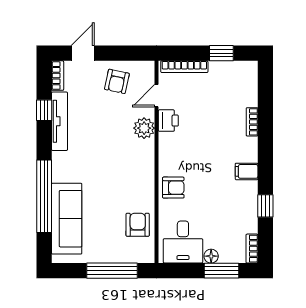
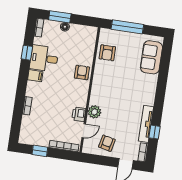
armchair: (173, 188) -> (82, 72), turned 90
window: (44, 196) -> (162, 79), removed
sofa: (67, 219) -> (151, 57), width x0.73
desk: (183, 242) -> (44, 58), moved, turned -90

